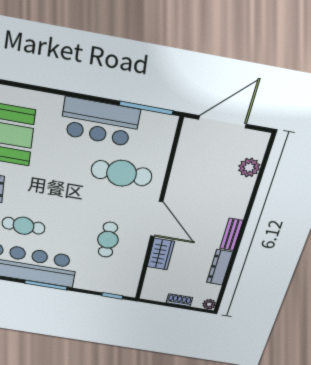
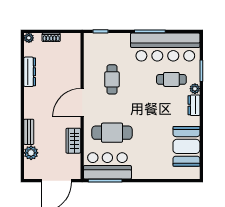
bar counter: (100, 122) -> (107, 166), moved
door: (157, 219) -> (82, 103), hinge flipped
bench: (231, 234) -> (29, 132), moved
wardrobe: (161, 254) -> (73, 141), moved

